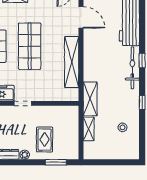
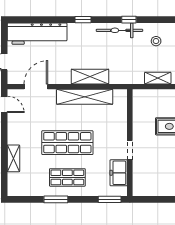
bicycle: (132, 68) -> (119, 30), moved
shelving: (90, 99) -> (90, 77), moved

